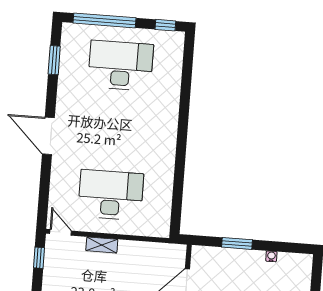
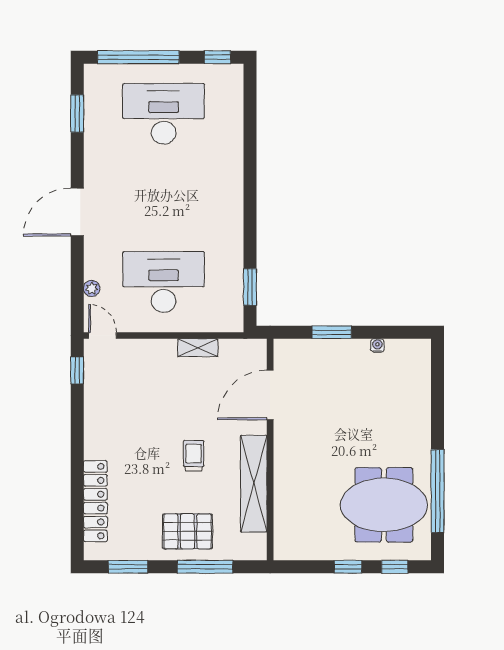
door: (48, 136) -> (77, 212), hinge flipped
plant: (55, 196) -> (92, 288), added
window: (177, 204) -> (250, 287), added
shelving: (102, 245) -> (198, 348), moved

